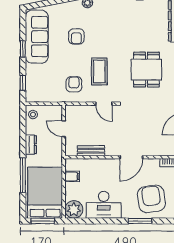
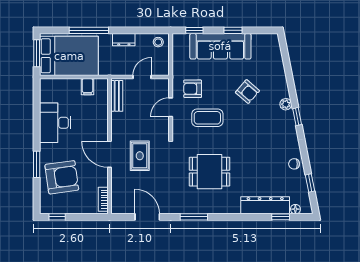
armchair: (76, 36) -> (247, 92), turned -139
sofa: (37, 37) -> (220, 46), moved
armchair: (74, 84) -> (193, 89), turned 180
door: (104, 104) -> (171, 107), moved
rug: (133, 131) -> (140, 156), added
bench: (91, 151) -> (117, 96), moved
plant: (74, 209) -> (50, 89), removed

